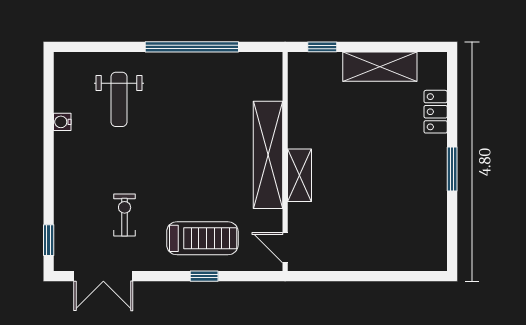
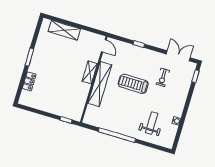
shelving: (380, 67) -> (64, 30), moved
treadmill: (202, 238) -> (133, 84), moved

